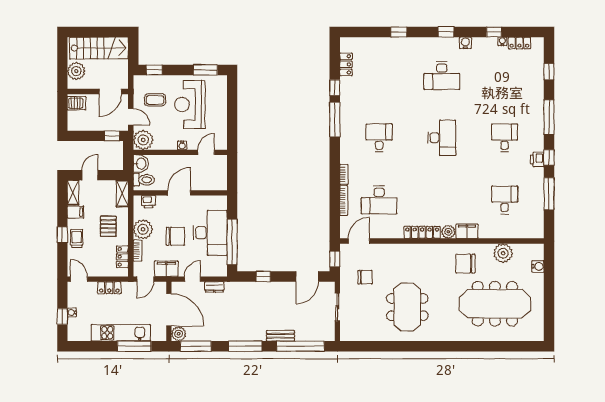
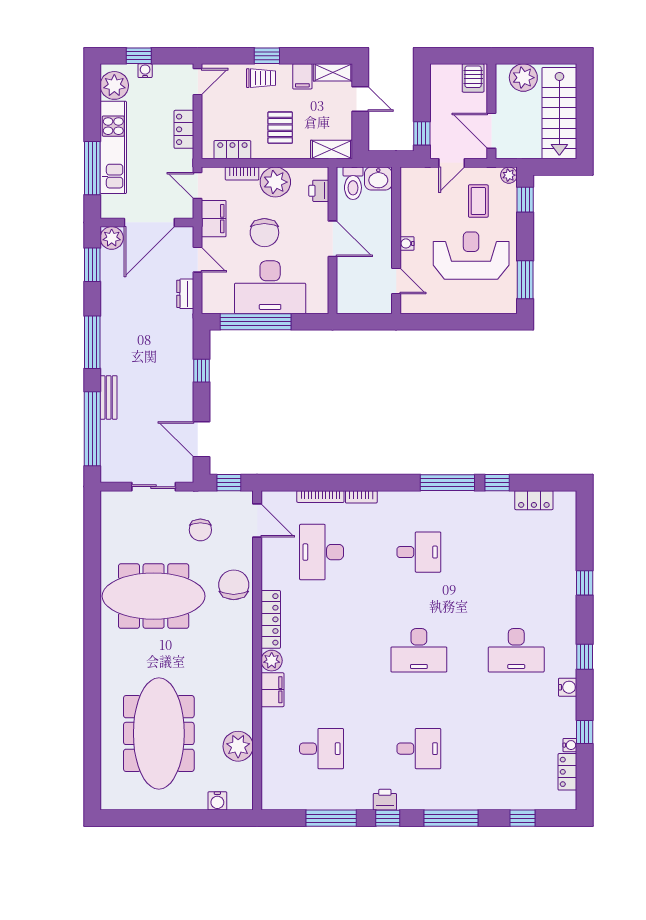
desk: (442, 76) -> (516, 650), turned -90
plant: (143, 140) -> (509, 175), moved, width x0.53, depth x0.53
pallet: (108, 226) -> (280, 128), turned 90
chair: (465, 264) -> (234, 585), moved
meeting table: (407, 307) -> (154, 596), width x1.36
plant: (81, 332) -> (114, 85), added
window: (196, 346) -> (92, 265), width x0.69

